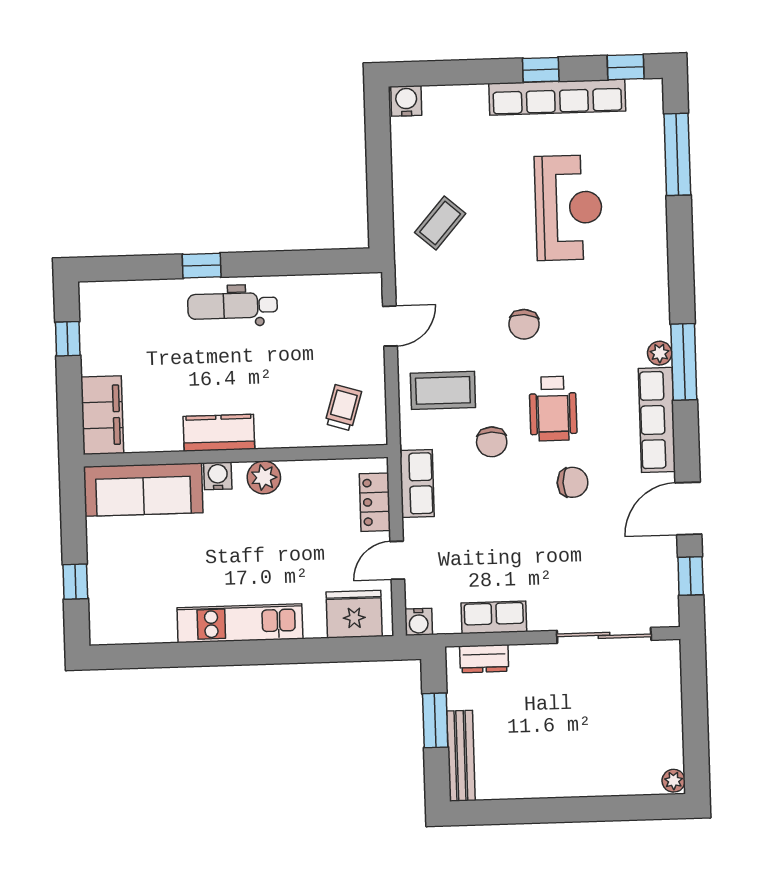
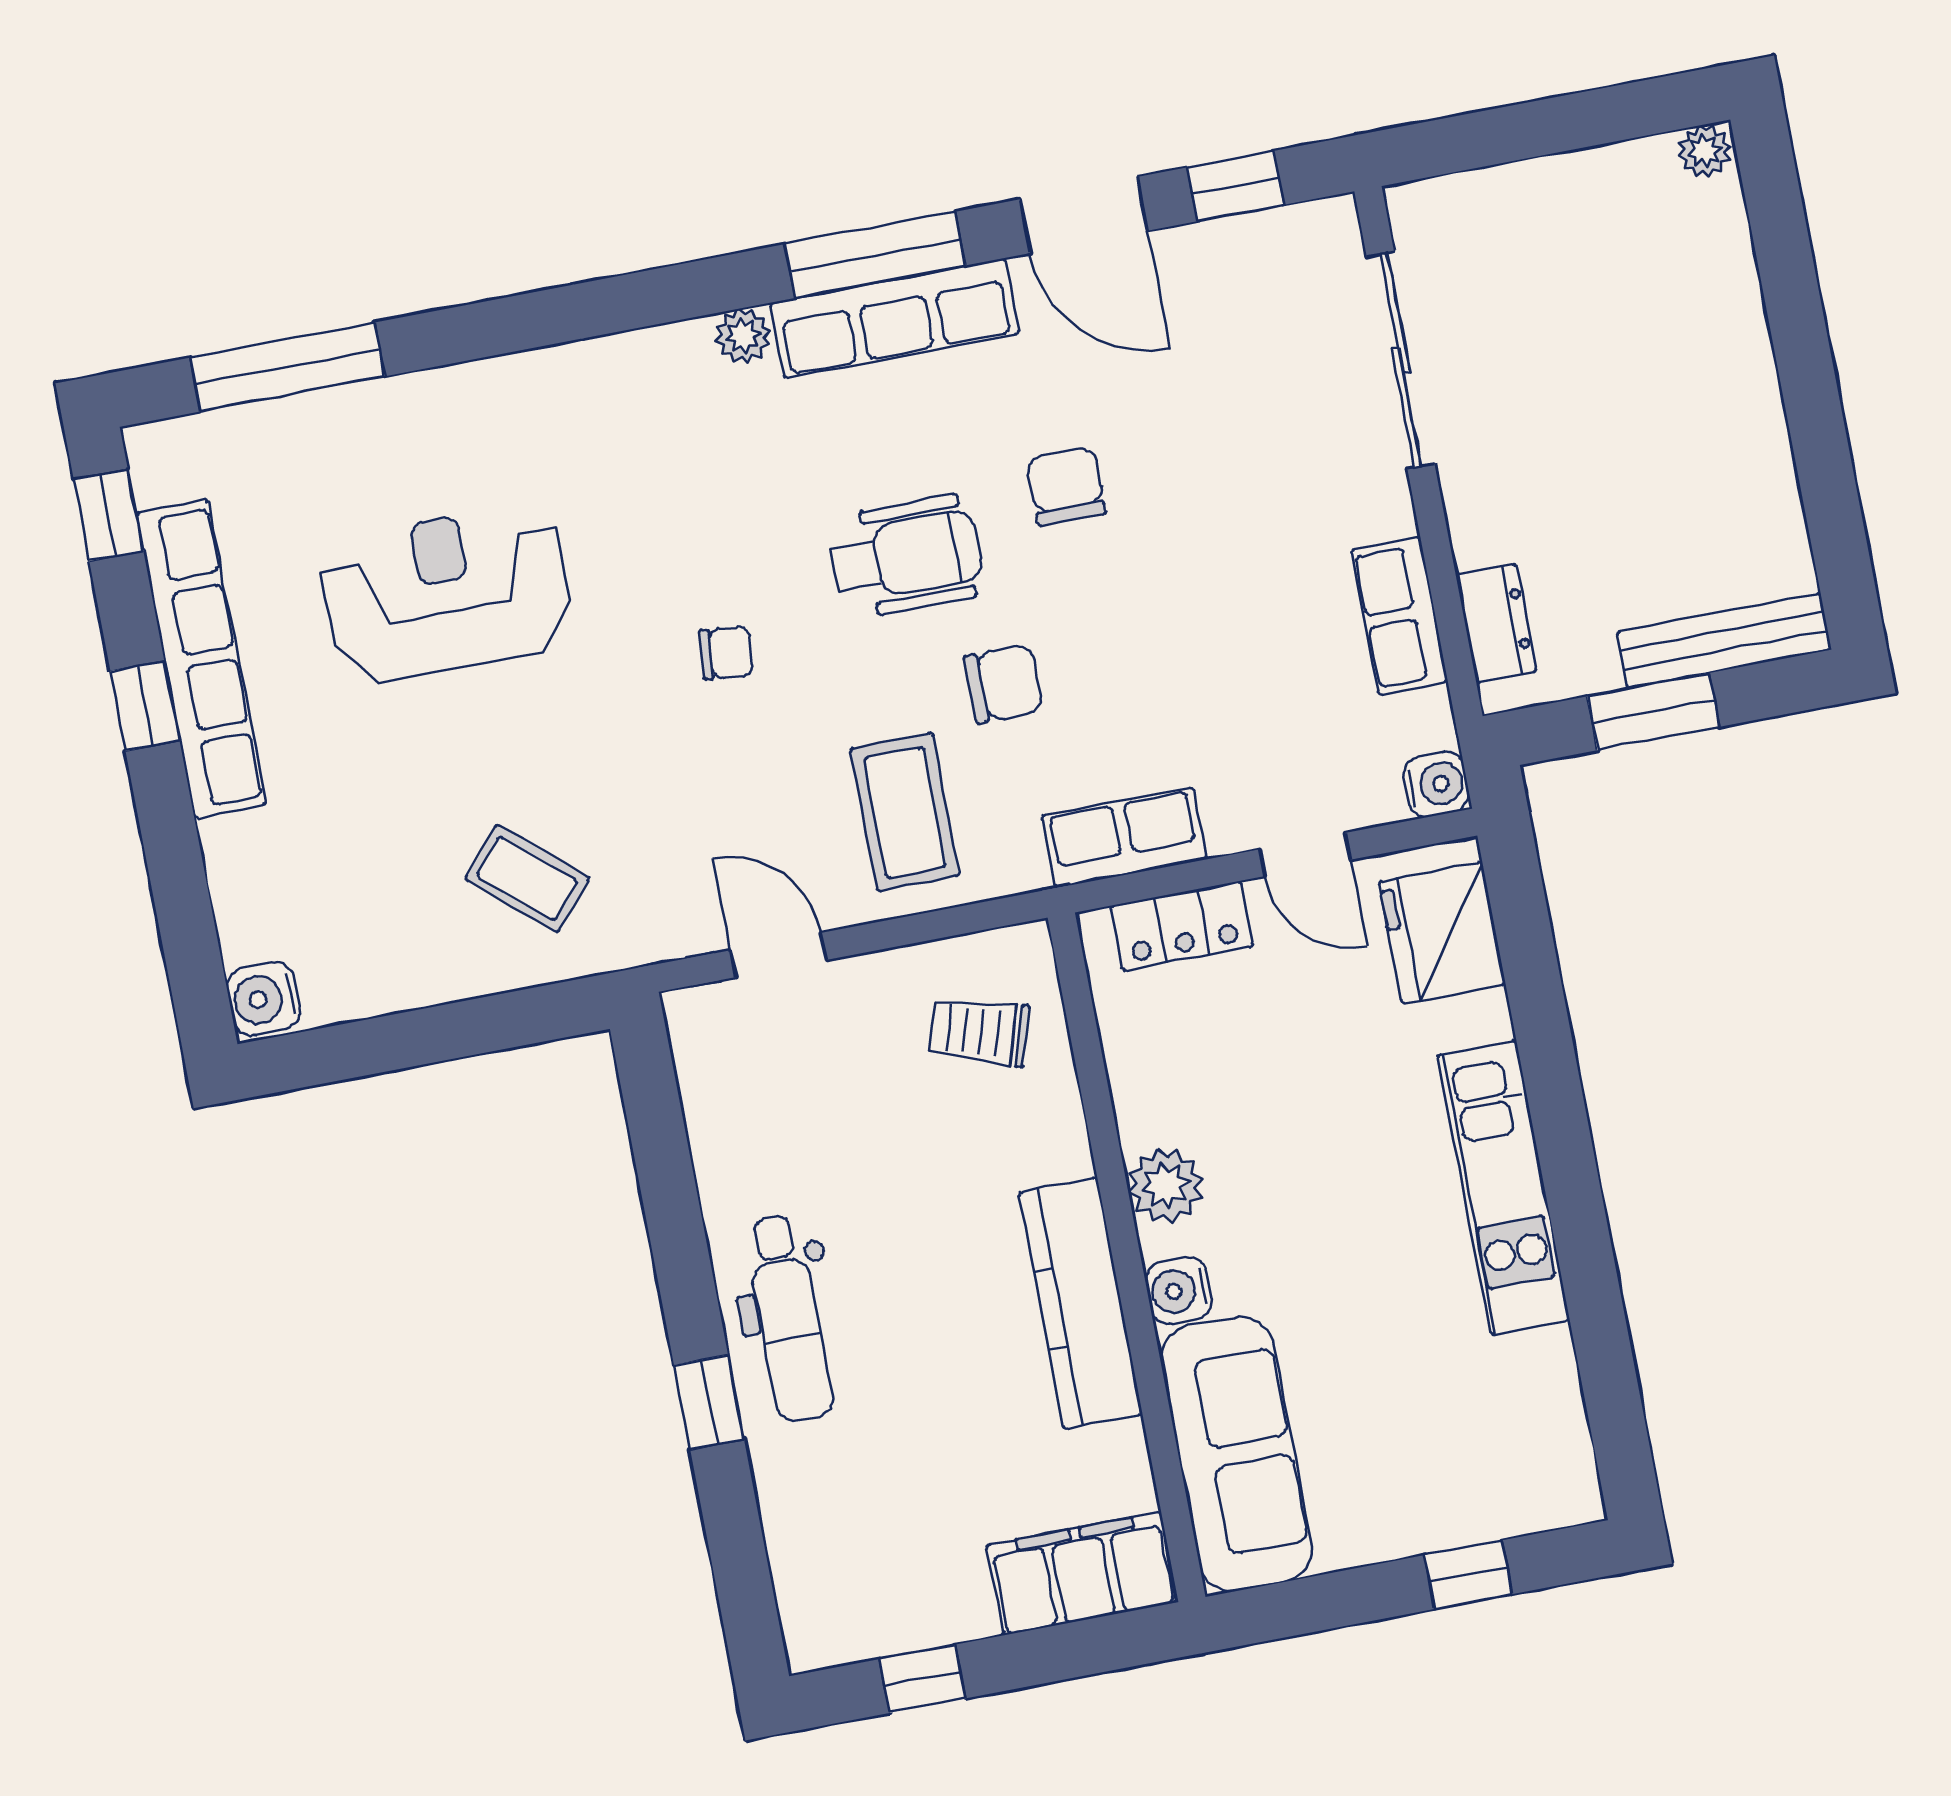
chair: (524, 324) -> (726, 653), width x0.73, depth x0.73
window: (684, 362) -> (875, 255), moved
kitchen counter: (219, 433) -> (1081, 1304), width x1.50

